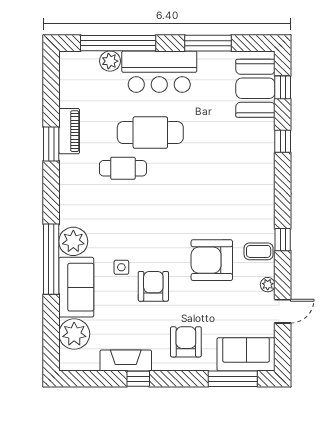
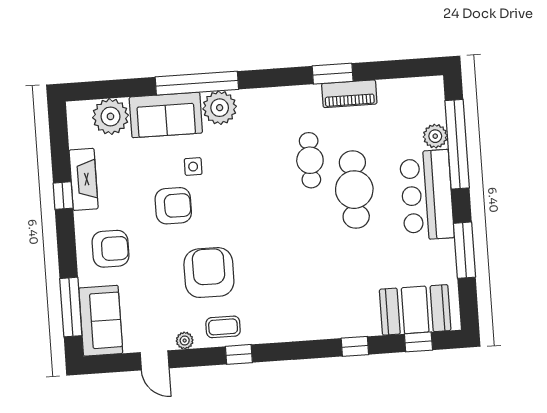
coffee table: (259, 251) -> (223, 327), turned 90

